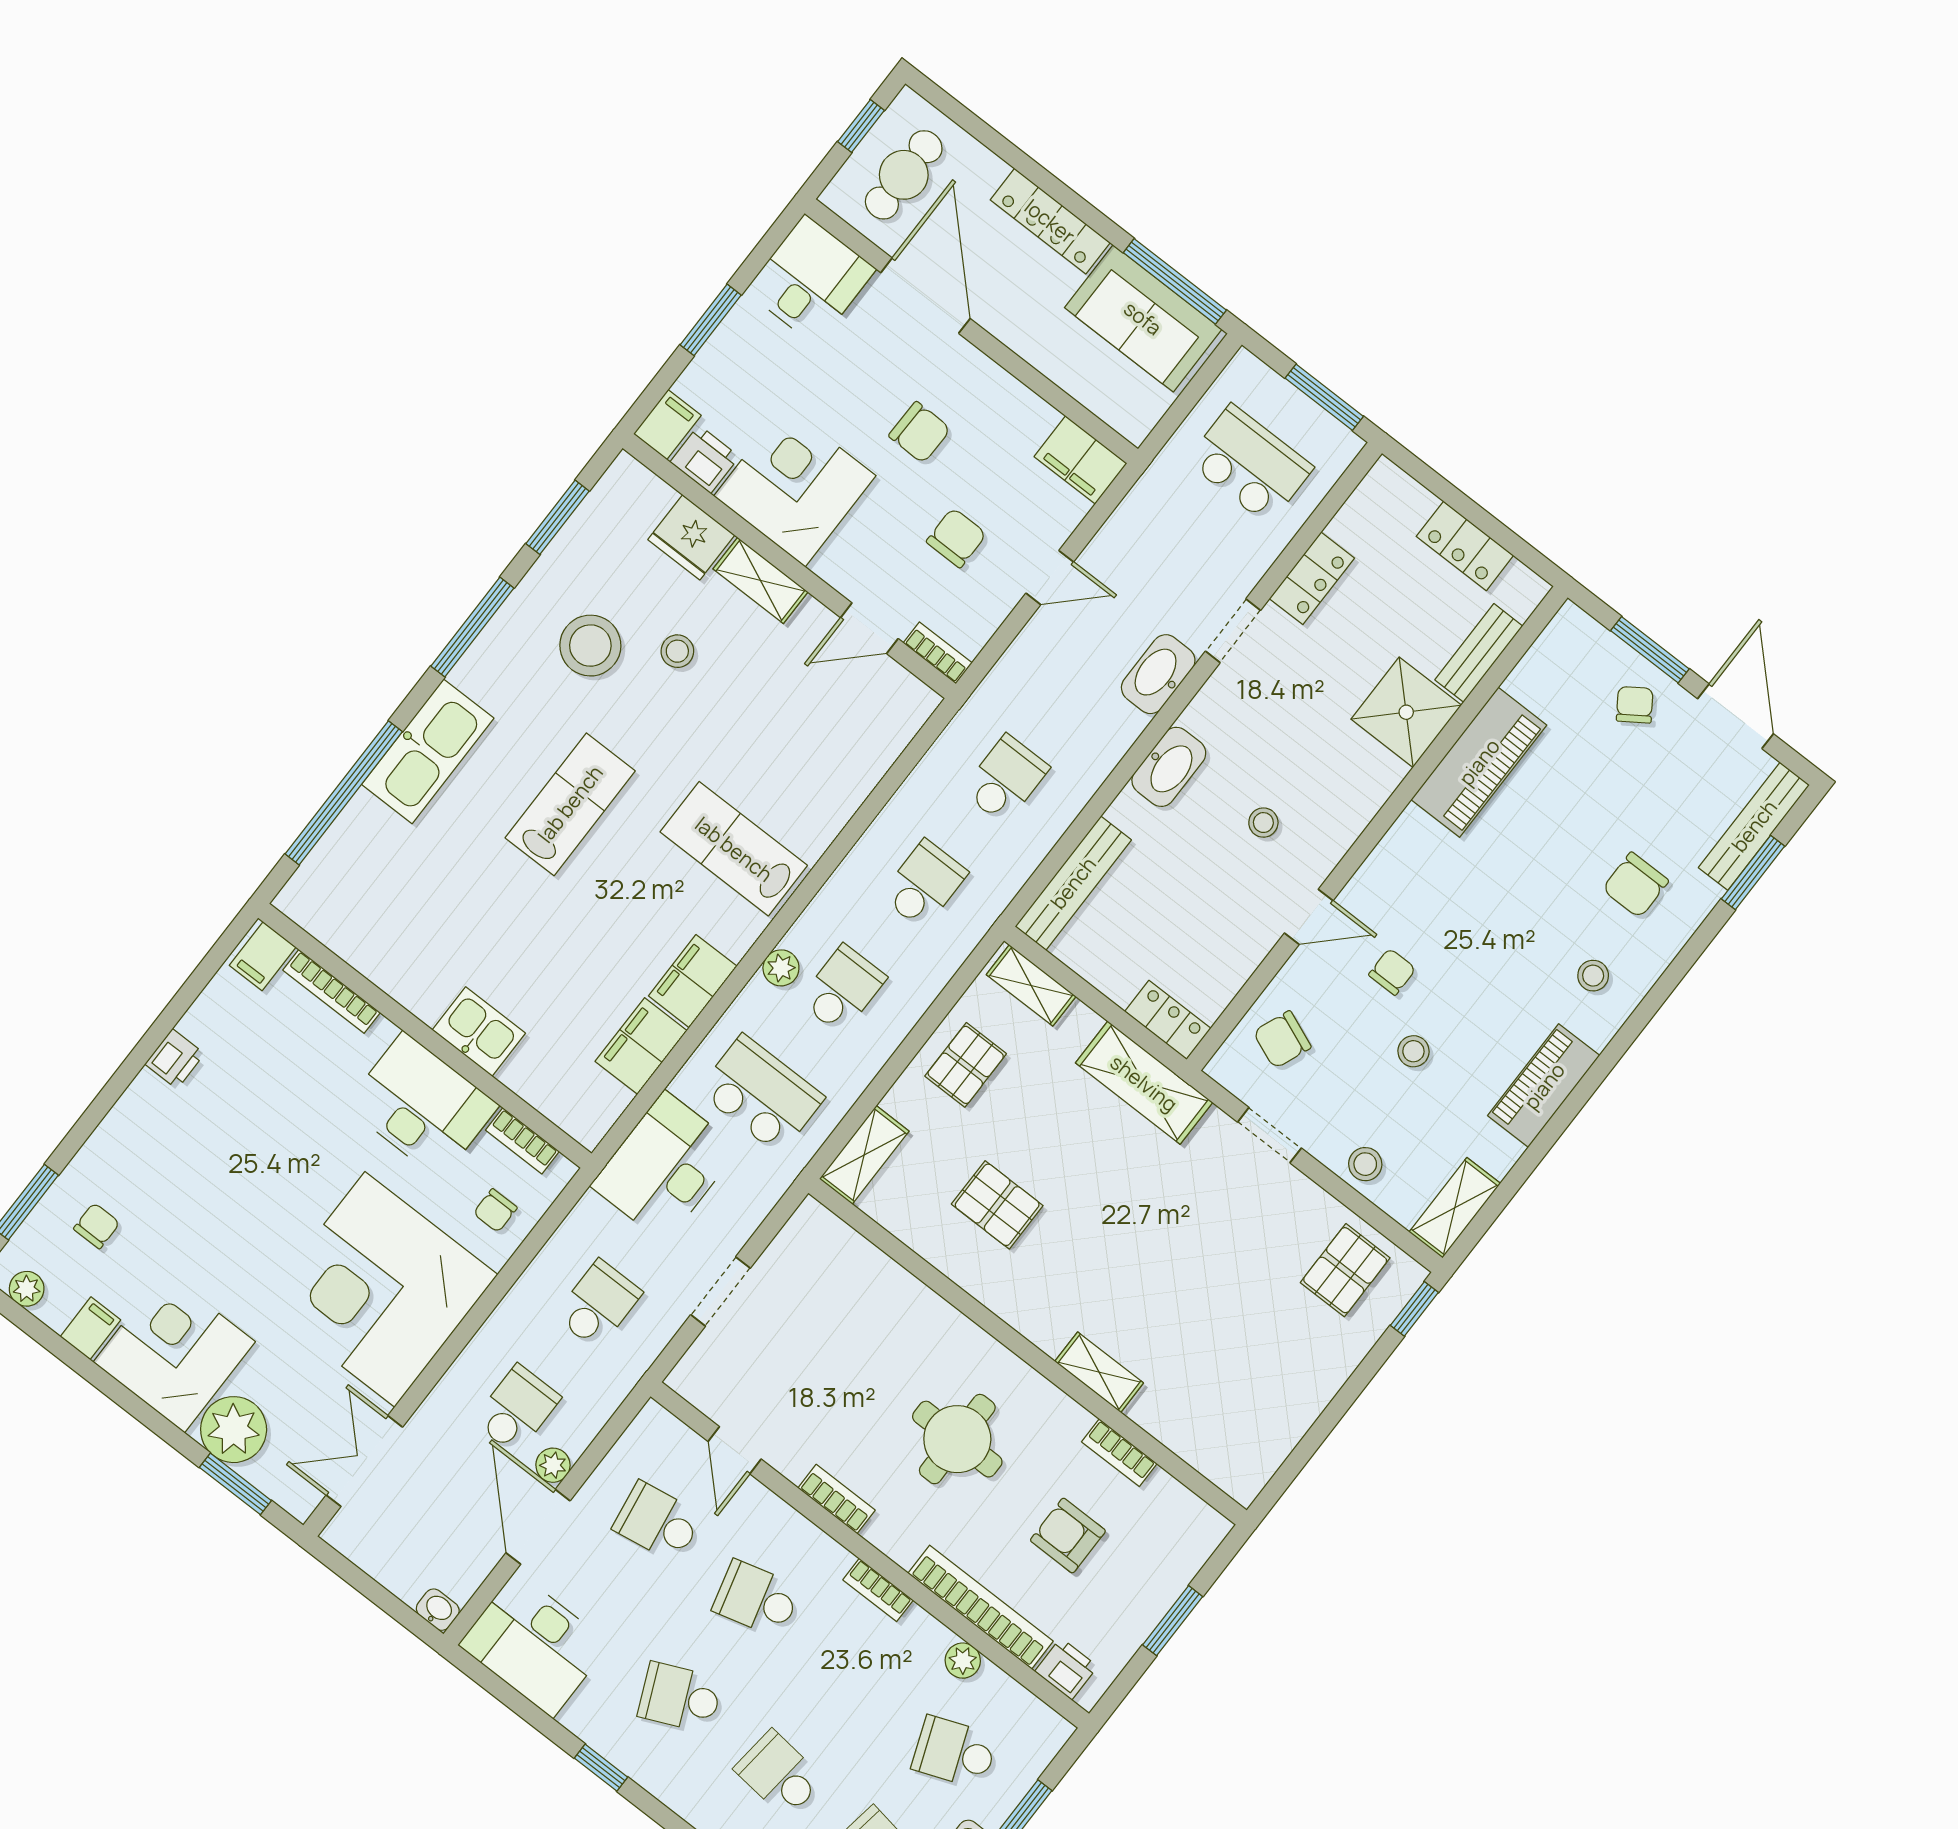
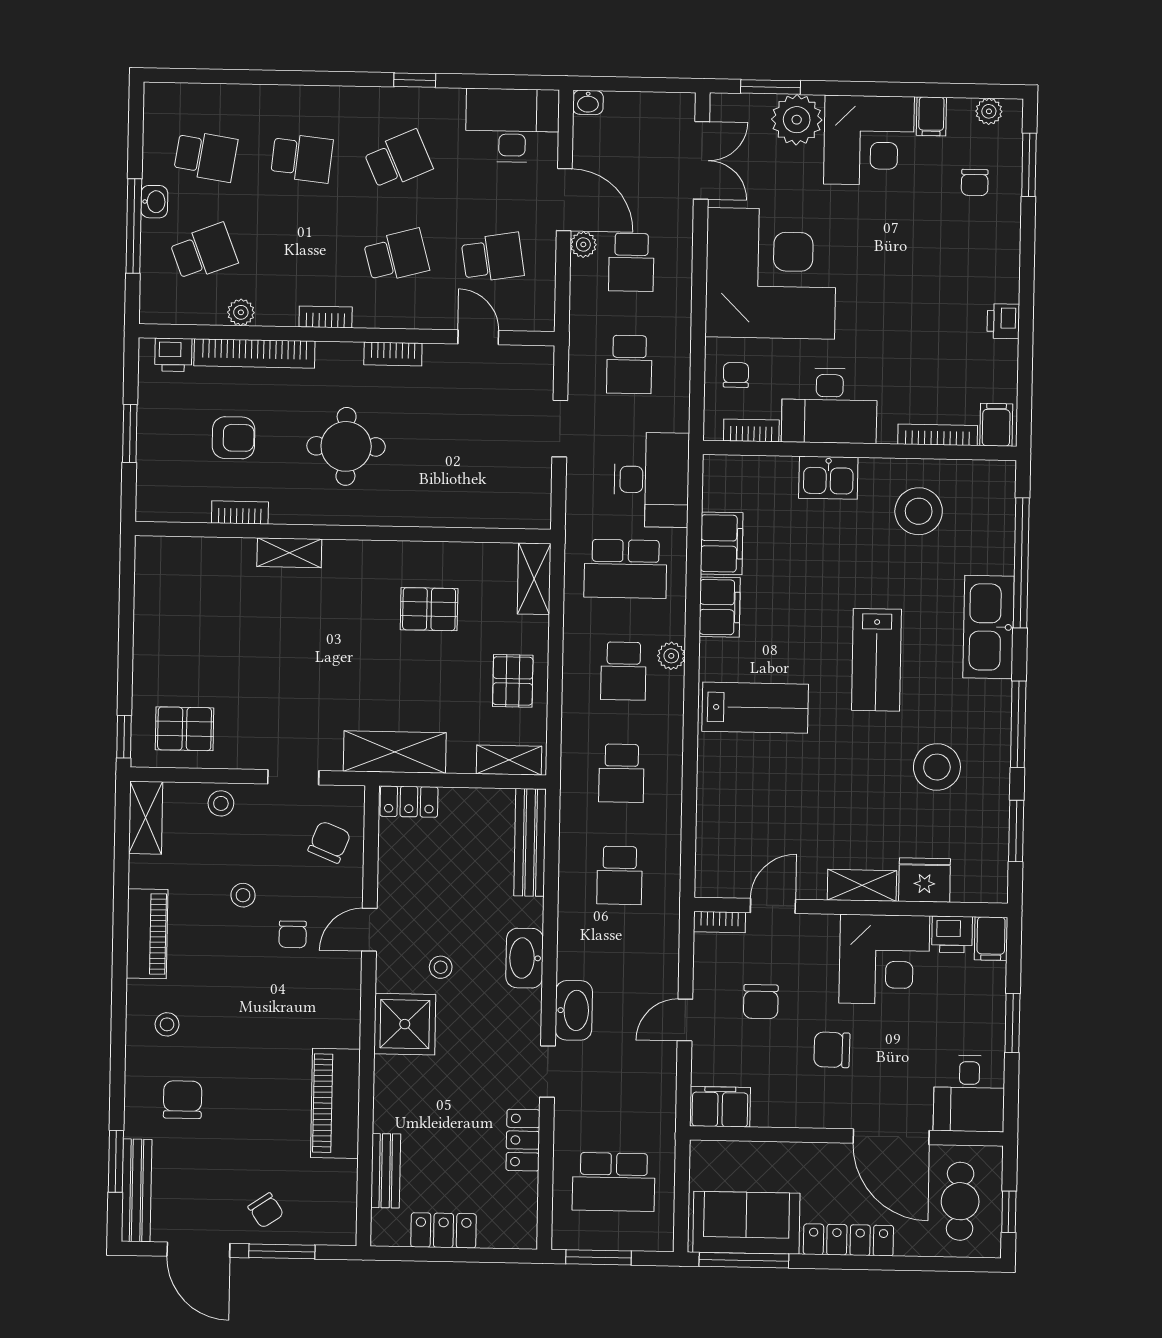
stool: (677, 651) -> (919, 511), moved, width x1.89, depth x1.89
shower: (1406, 712) -> (405, 1024), moved
pallet: (1345, 1270) -> (185, 729), turned 90

